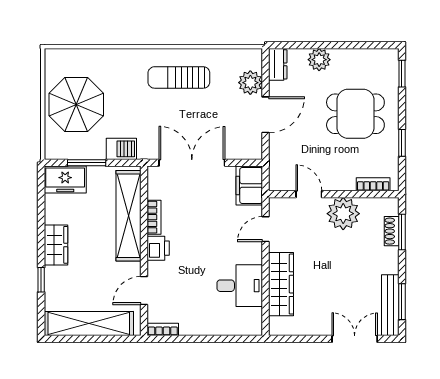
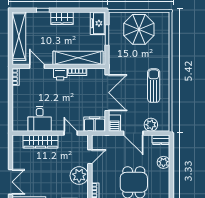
barbecue: (121, 149) -> (115, 123), moved

